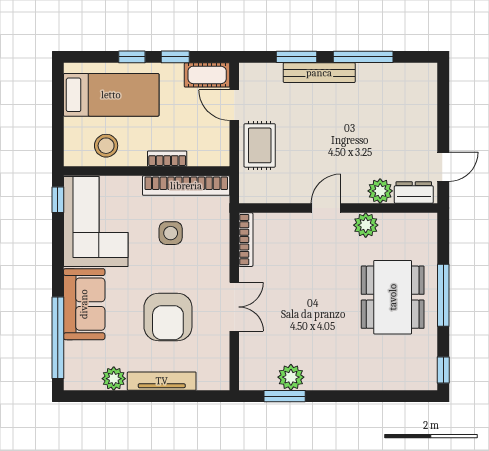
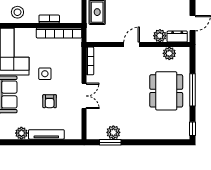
plant: (366, 225) -> (169, 53), moved
side table: (171, 233) -> (45, 74), moved
armchair: (168, 317) -> (50, 101), width x0.53, depth x0.53

